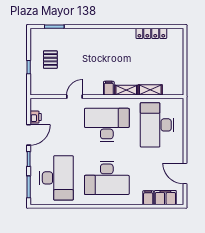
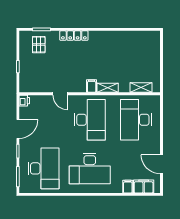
locker: (151, 33) -> (74, 36), moved
pallet: (50, 60) -> (39, 45), moved
shelving: (150, 90) -> (141, 88), moved
door: (75, 97) -> (60, 94), swing flipped
printer: (36, 117) -> (24, 101), moved
desk: (107, 125) -> (90, 120), turned 90

